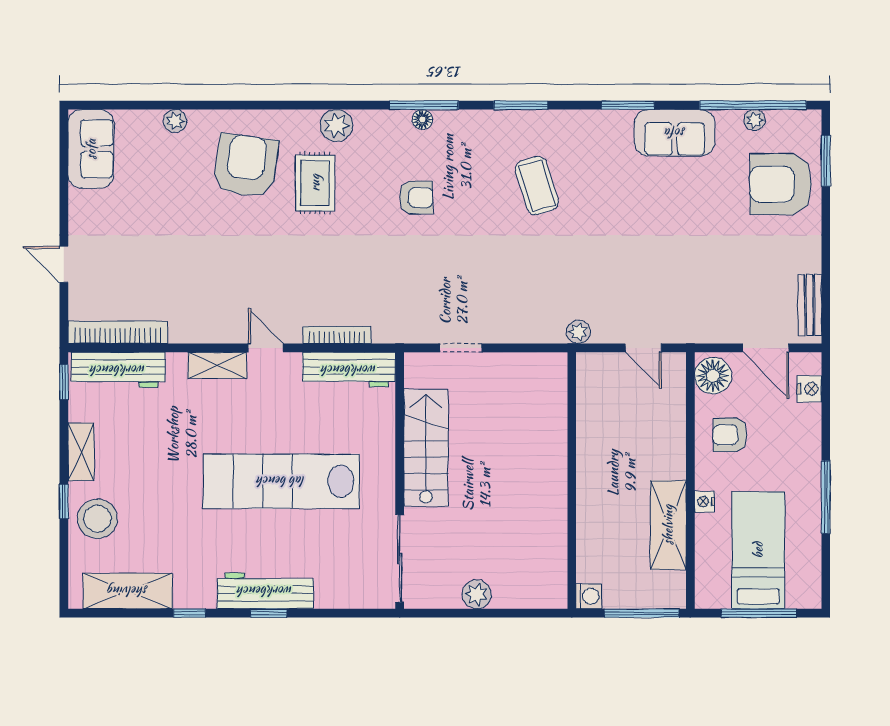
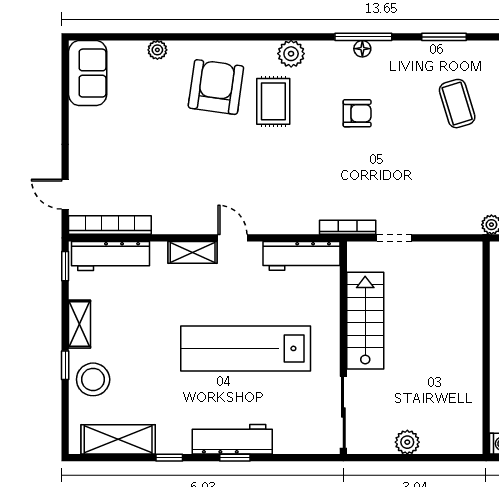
door: (64, 264) -> (65, 194), moved
bookcase: (337, 335) -> (348, 227), moved

